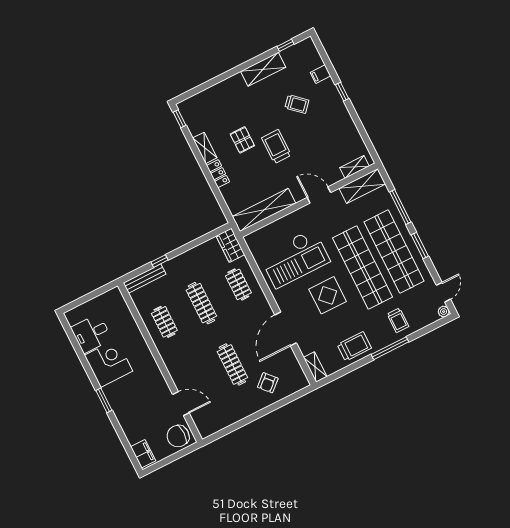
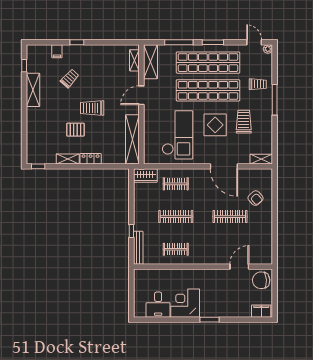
trolley: (354, 346) -> (244, 122), moved
chair: (178, 436) -> (261, 280), turned 87

